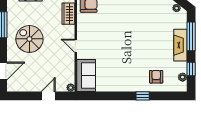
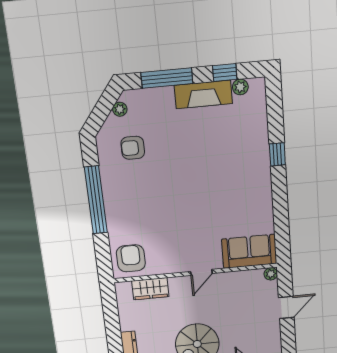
fireplace: (180, 45) -> (203, 94), moved
armchair: (156, 77) -> (133, 148), moved
door: (48, 96) -> (286, 307), swing flipped

